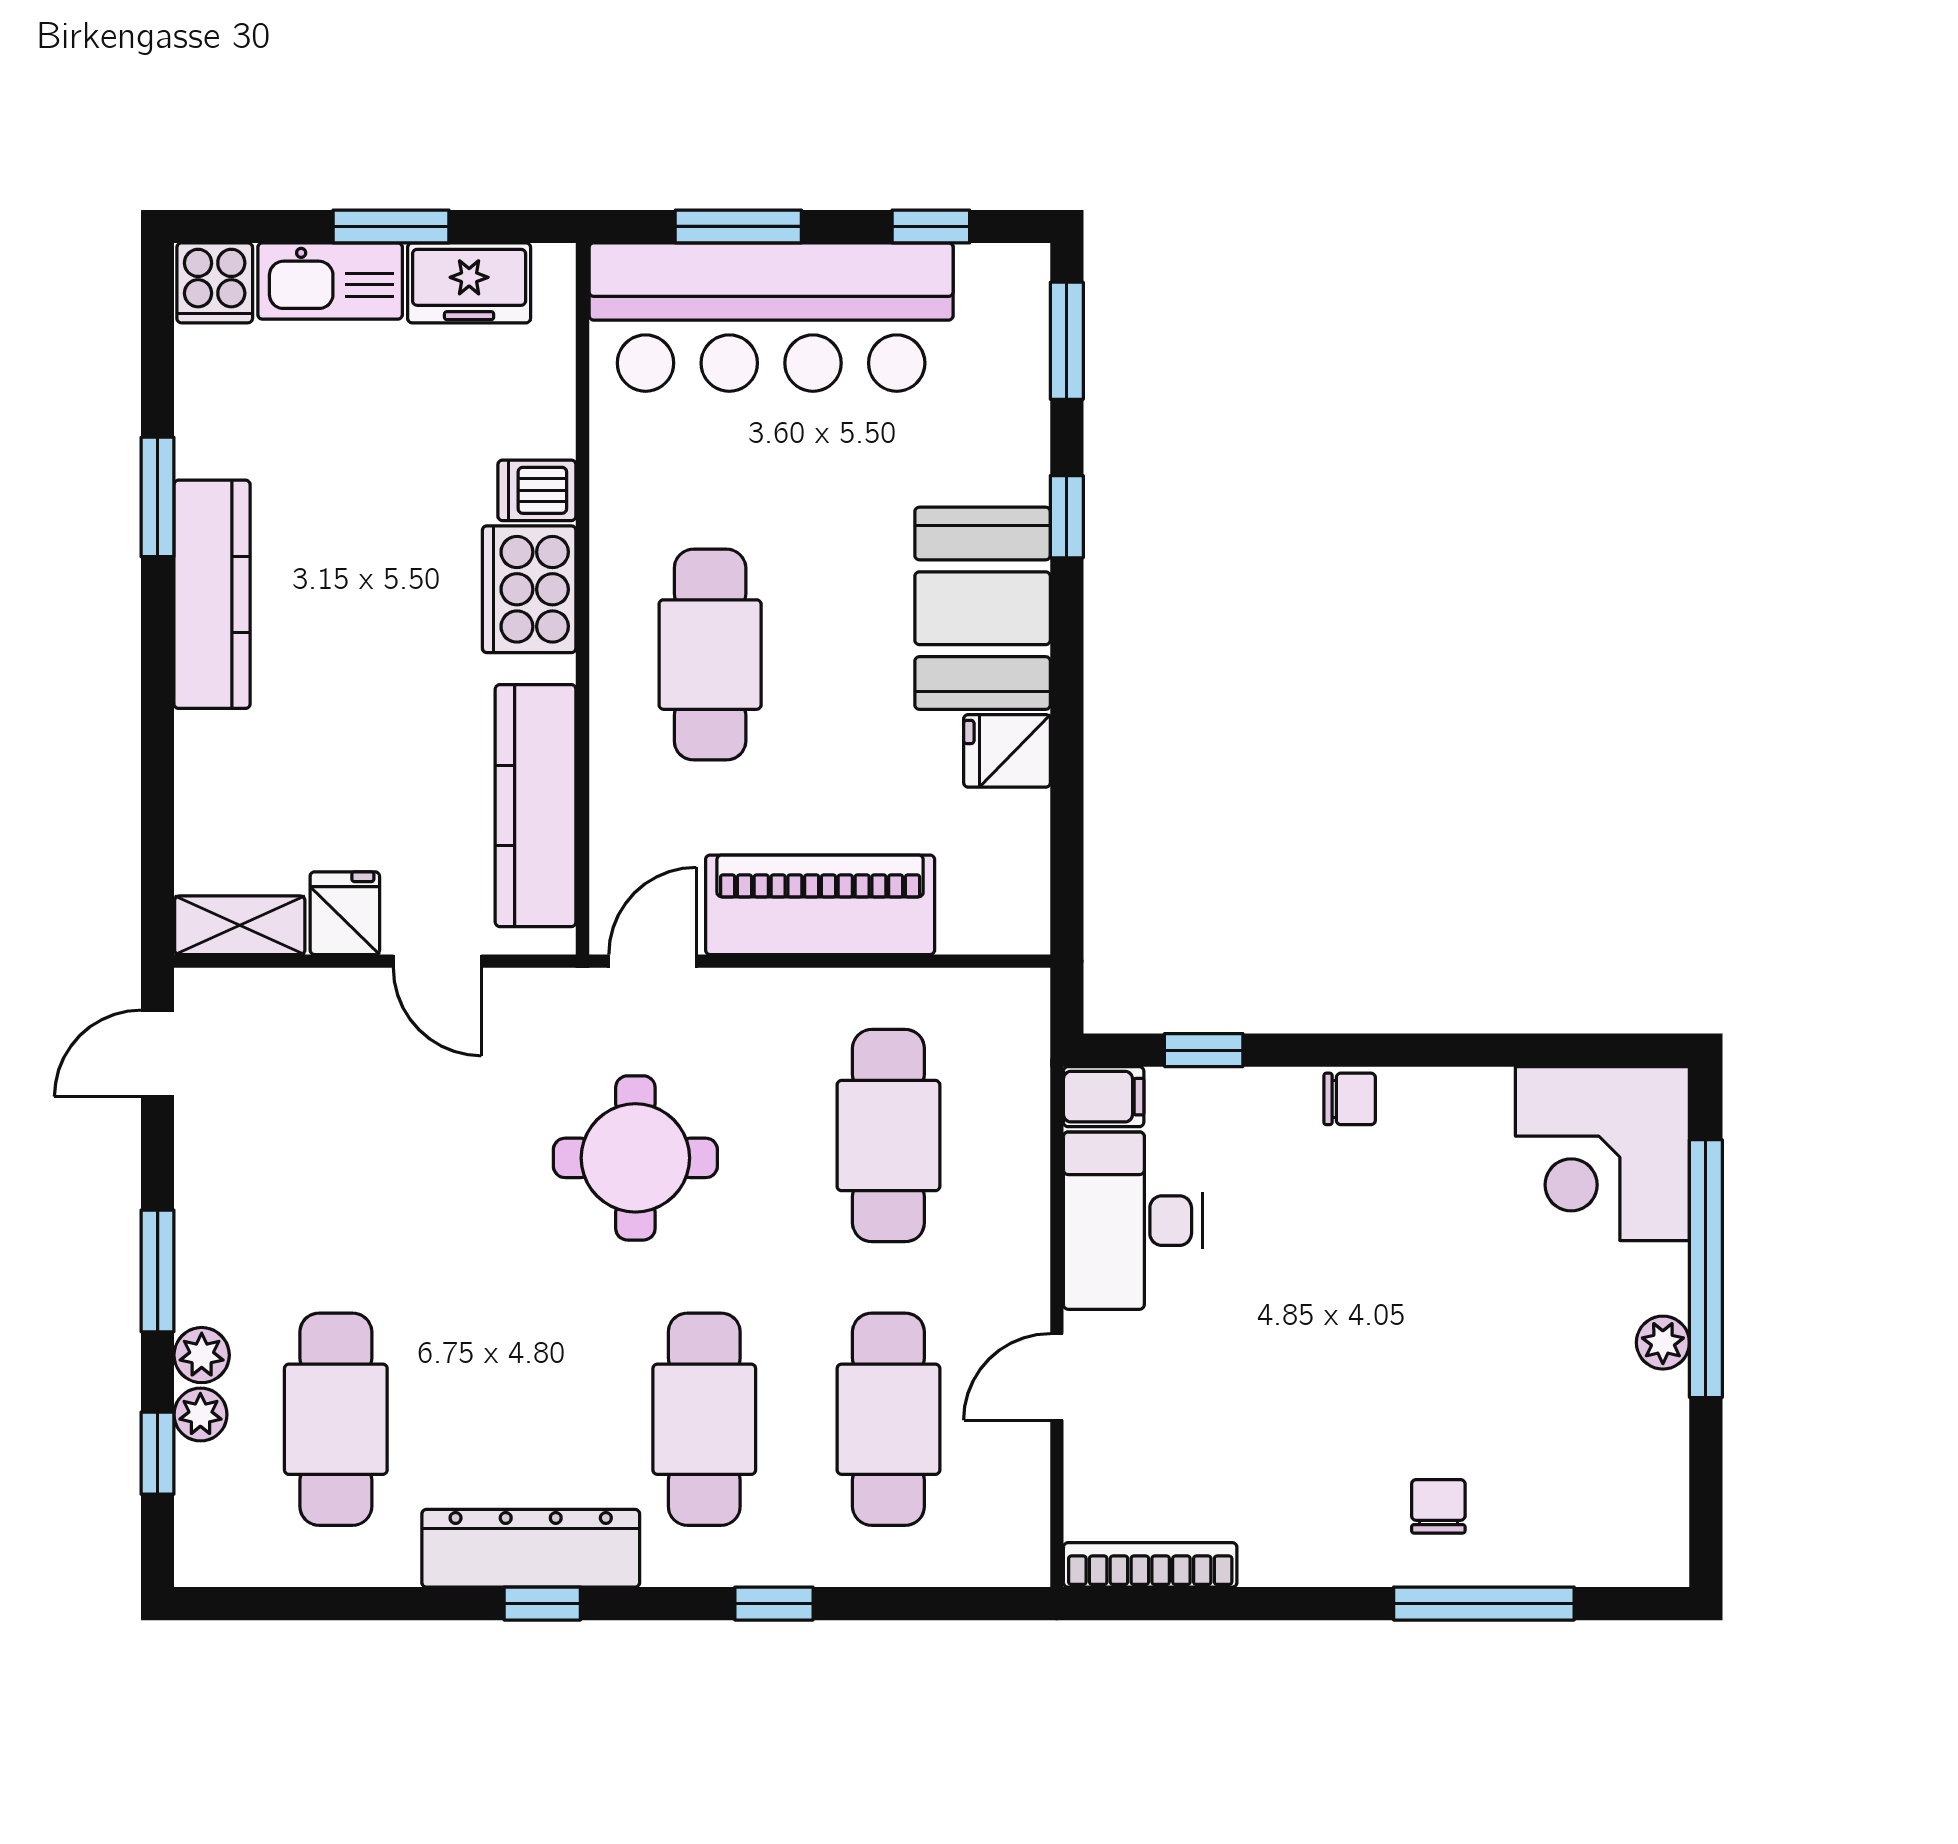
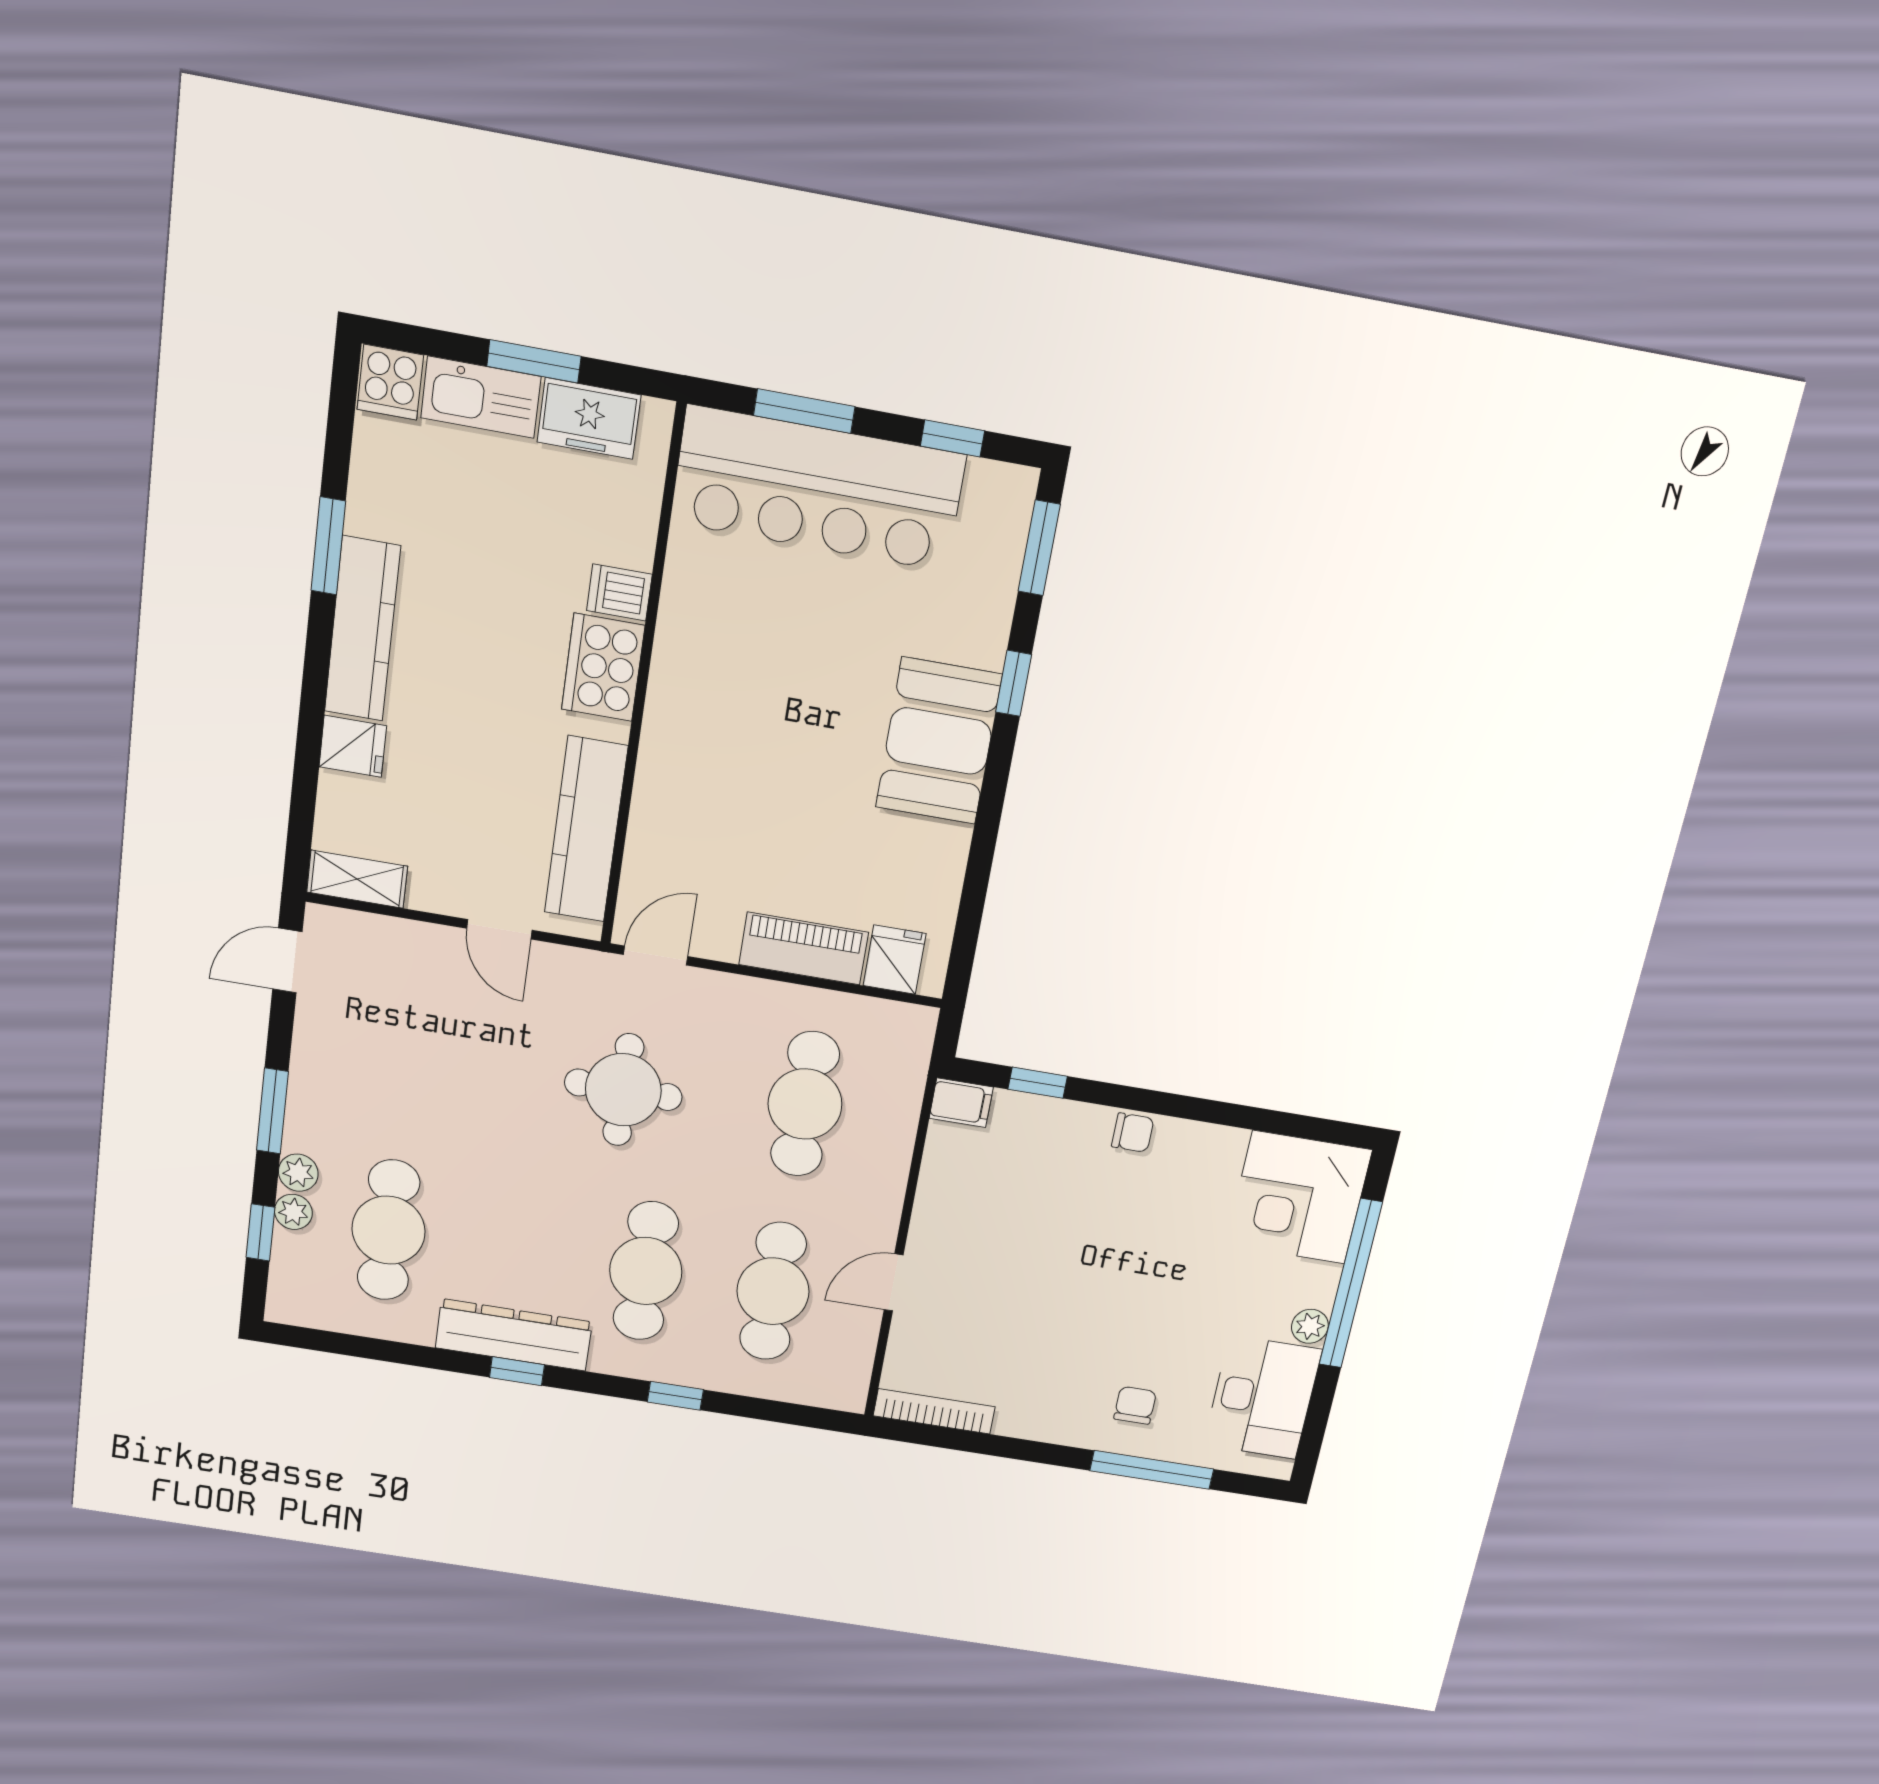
cafe table: (710, 655) -> (731, 740), removed
fridge: (1007, 751) -> (895, 960), moved, turned 90
piano: (820, 905) -> (804, 948), width x0.73, depth x0.75
fridge: (345, 913) -> (353, 746), moved, turned 90
desk: (1133, 1221) -> (1263, 1397), moved, turned 180

